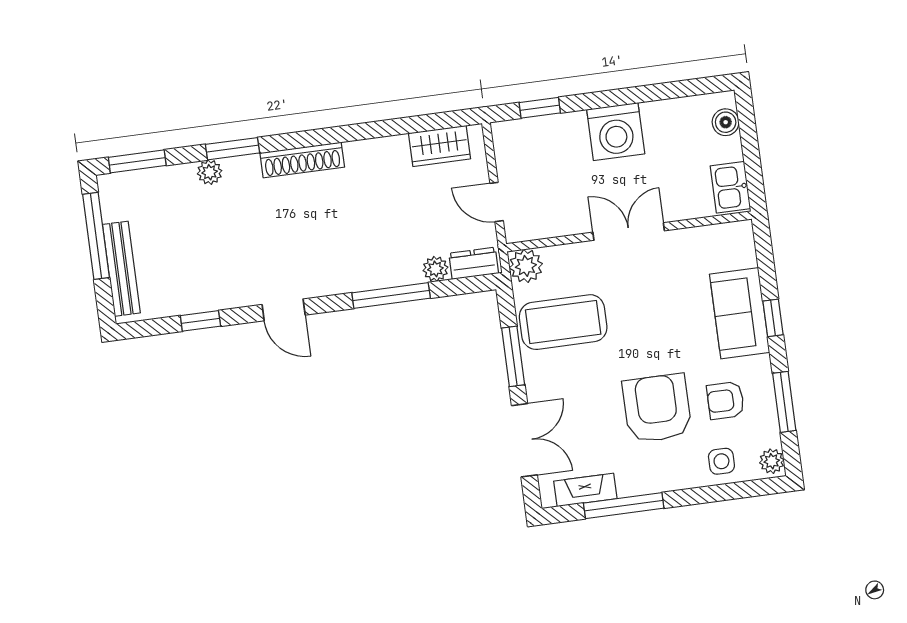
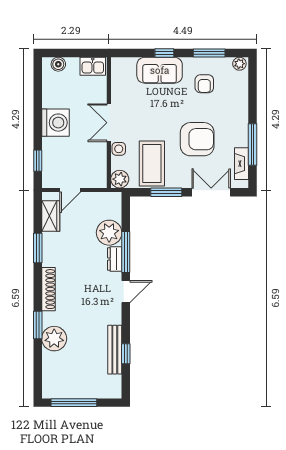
window: (137, 161) -> (38, 248), moved
plant: (210, 172) -> (54, 339), width x1.88, depth x1.88
door: (497, 202) -> (70, 190), moved
dresser: (474, 263) -> (115, 259), moved
bench: (121, 269) -> (115, 350), moved, turned 90
plant: (435, 269) -> (109, 233), width x1.88, depth x1.88
door: (284, 310) -> (126, 292), moved
armchair: (657, 408) -> (197, 139), moved, turned 180
side table: (721, 461) -> (119, 149), moved

